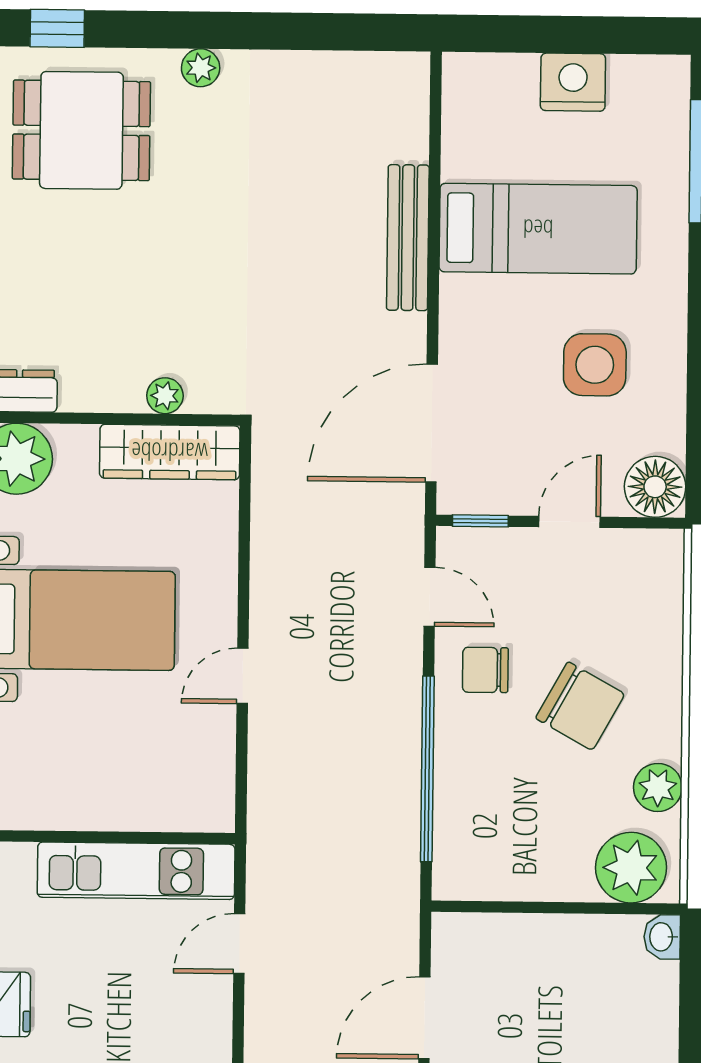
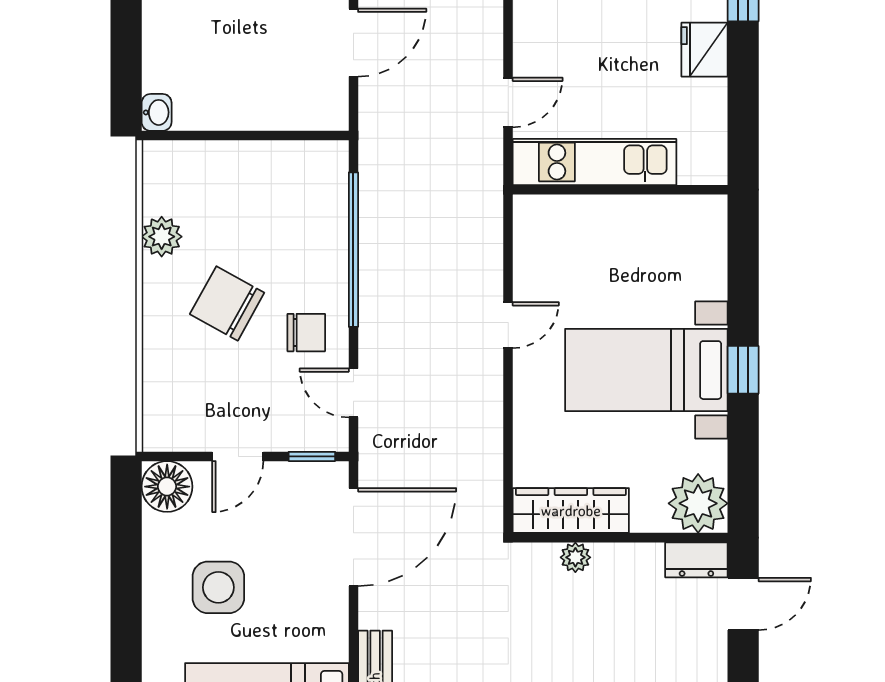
plant: (631, 868) -> (183, 170), removed

